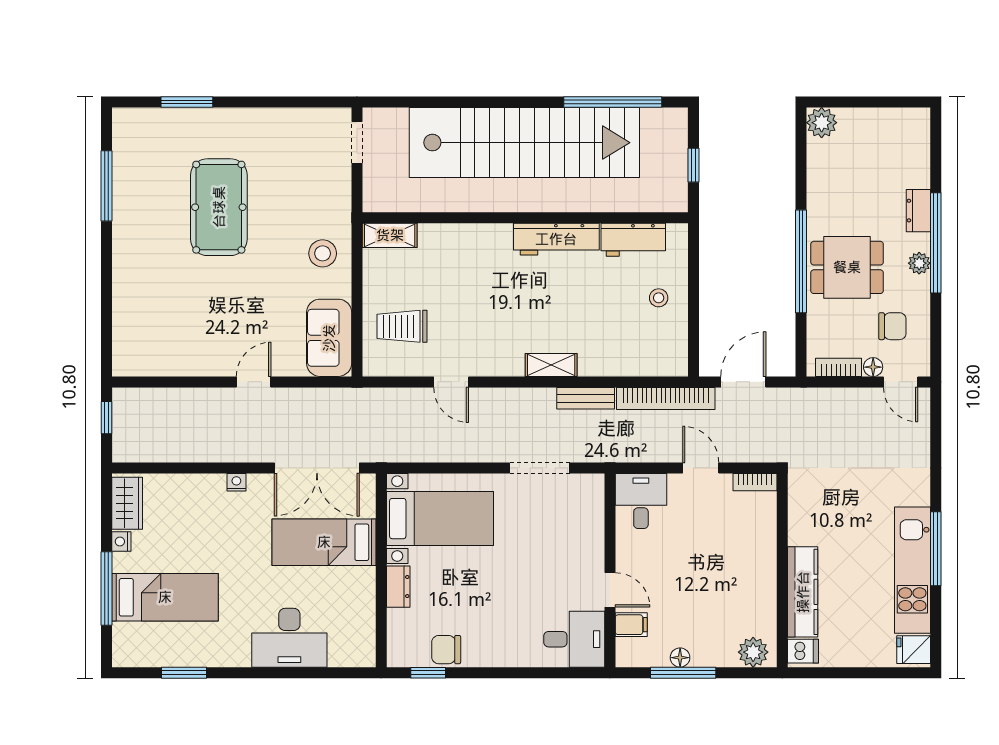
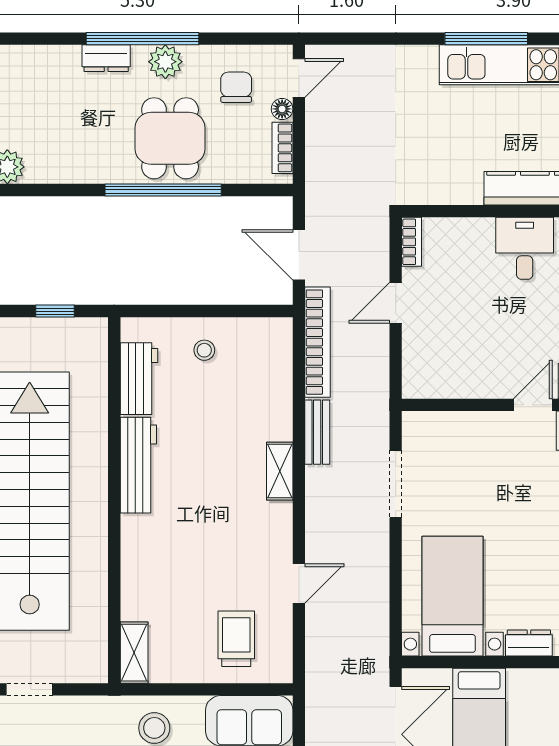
plant: (919, 263) -> (165, 62), width x1.38, depth x1.38
trolley: (402, 326) -> (236, 639), turned 180
desk: (641, 501) -> (525, 248), moved, turned 90

